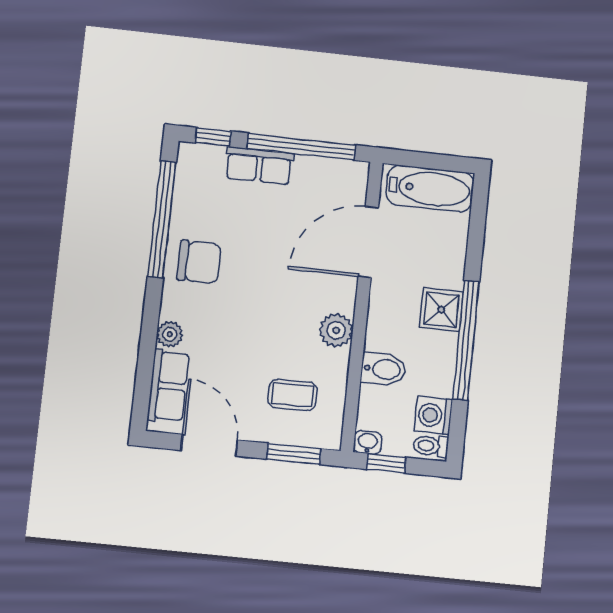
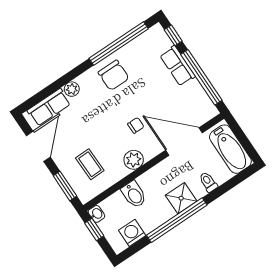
chair: (292, 288) -> (136, 125), added
toilet: (431, 446) -> (208, 182), moved

